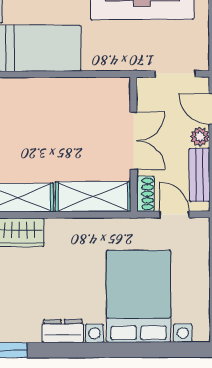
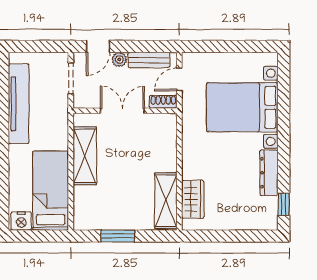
shelving: (93, 197) -> (85, 156), moved
dresser: (63, 331) -> (269, 173), width x1.44

